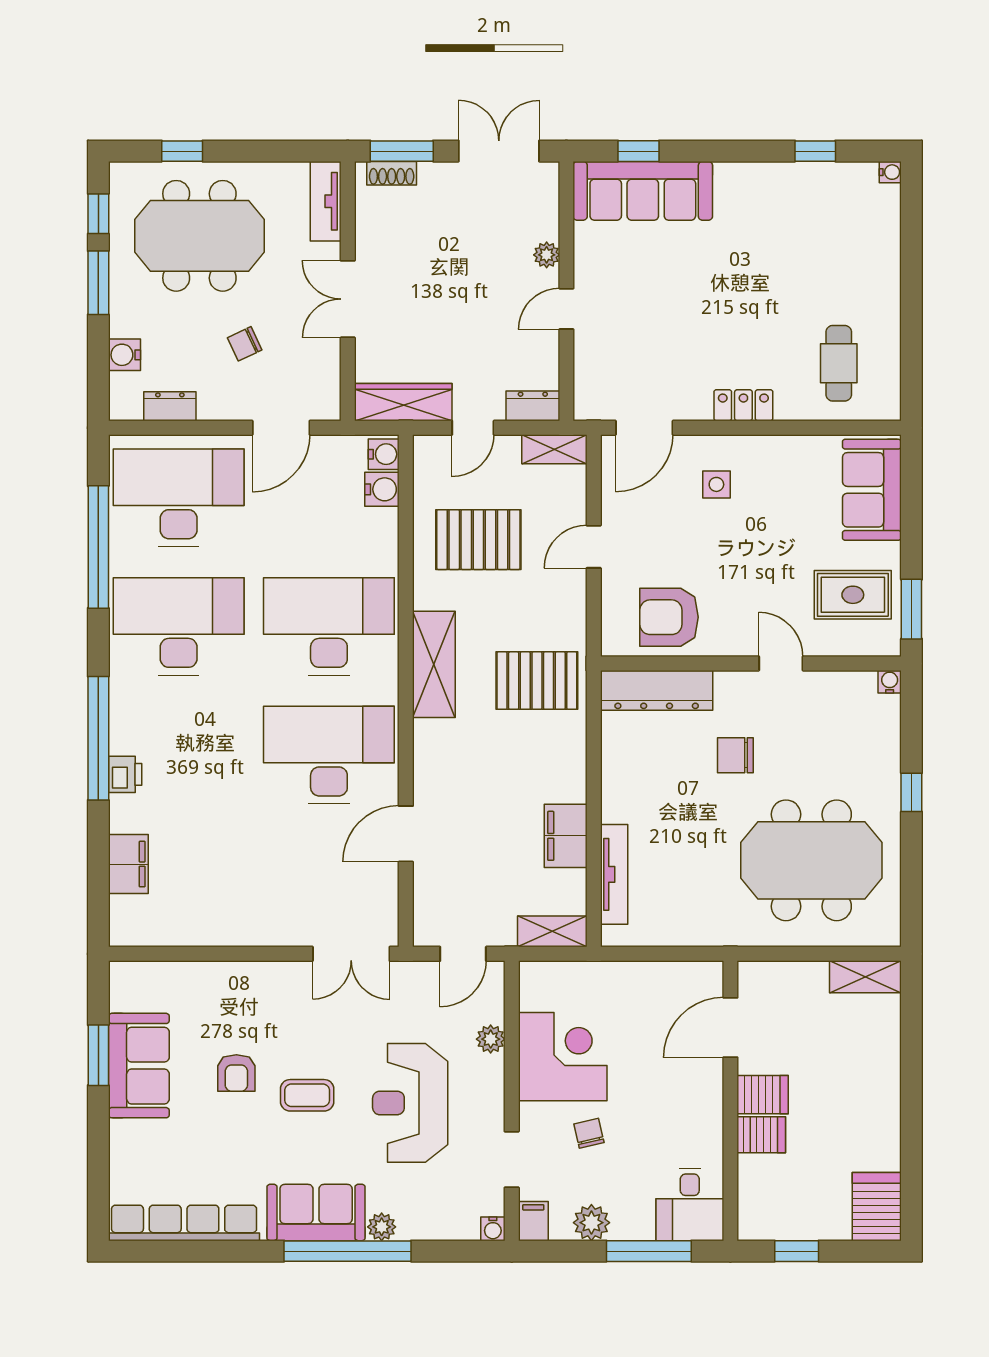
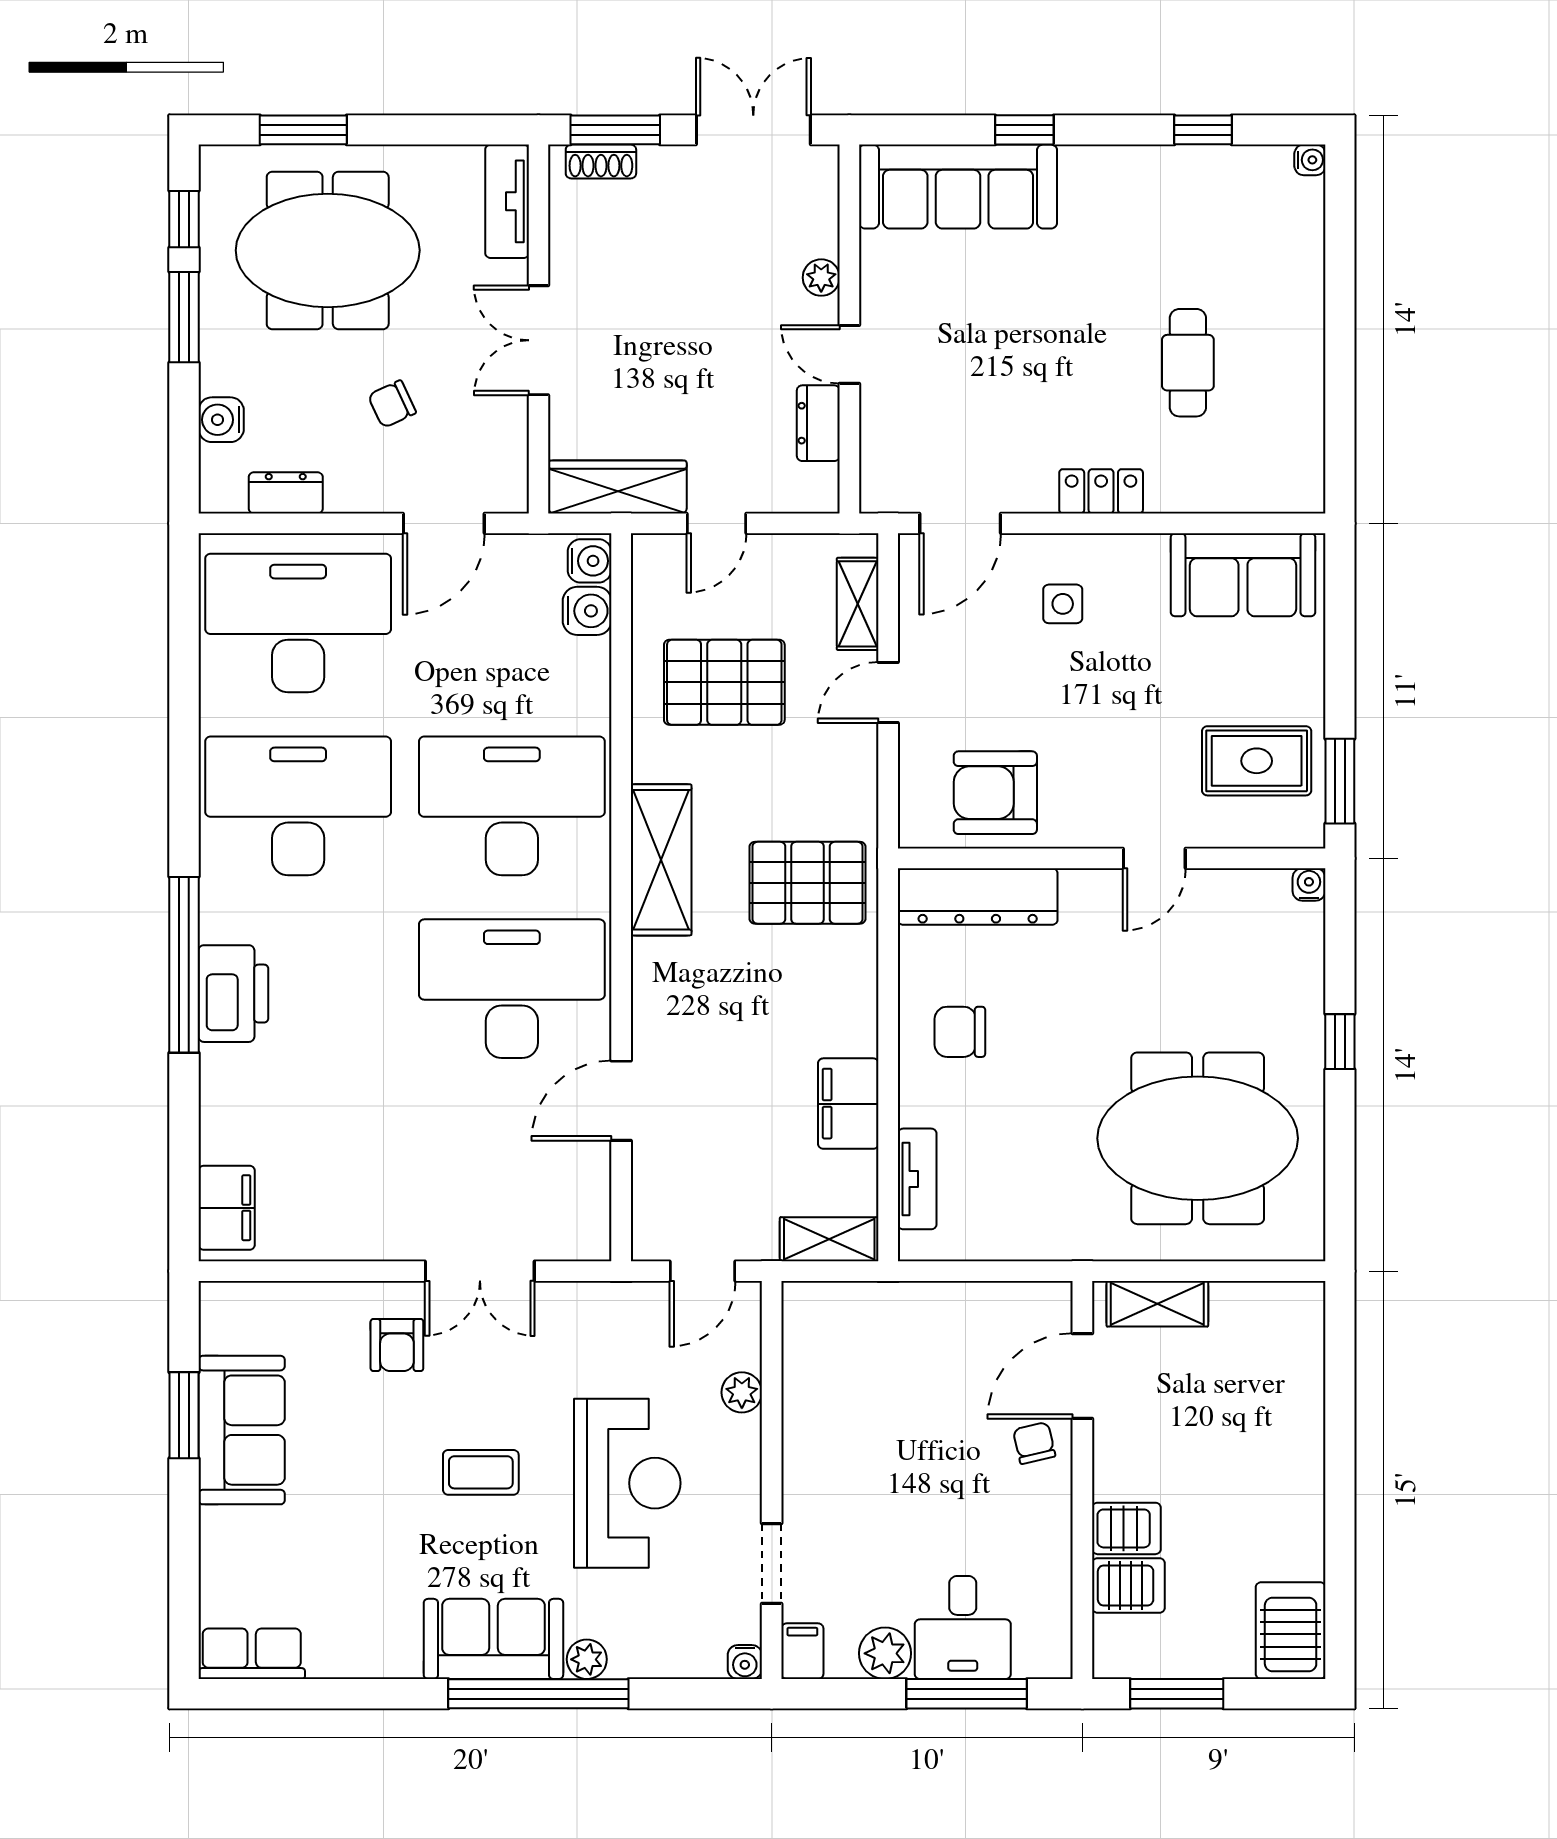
window: (182, 151) -> (303, 130), width x1.50
window: (639, 151) -> (1024, 130), moved
door: (566, 309) -> (849, 354), hinge flipped
cafe table: (839, 363) -> (1188, 363), moved
dresser: (533, 406) -> (818, 423), moved, turned -90
shelving: (554, 449) -> (858, 604), moved, turned 90
sofa: (872, 490) -> (1243, 575), moved, turned -90
window: (98, 547) -> (184, 693), removed
door: (781, 663) -> (1154, 858), swing flipped
chair: (735, 755) -> (960, 1032), moved
printer: (125, 774) -> (233, 994), width x1.87, depth x1.48
filing cabinet: (128, 864) -> (227, 1208), moved
tv unit: (614, 874) -> (917, 1179), width x0.71
double door: (351, 954) -> (480, 1271), moved
shelving: (865, 977) -> (1157, 1304), moved
corner desk: (563, 1057) -> (844, 1417), removed
armchair: (236, 1073) -> (397, 1345), moved
server rack: (763, 1095) -> (1128, 1585), moved
reception desk: (410, 1103) -> (627, 1483), turned 180
chair: (589, 1133) -> (1034, 1443), moved
desk: (690, 1204) -> (963, 1627), moved
row of seats: (184, 1223) -> (252, 1654), width x0.50
window: (797, 1251) -> (1177, 1694), width x1.50

